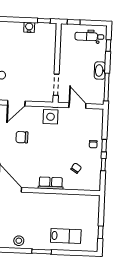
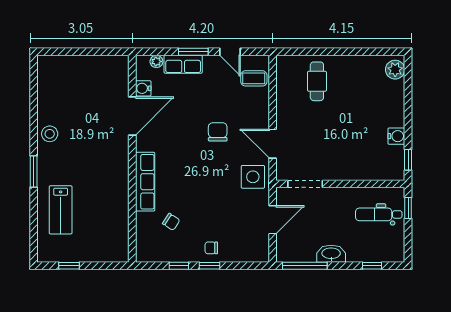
dental chair: (89, 37) -> (379, 214), moved, turned -90
door: (16, 103) -> (273, 144), moved
row of seats: (51, 183) -> (145, 182), width x1.48

